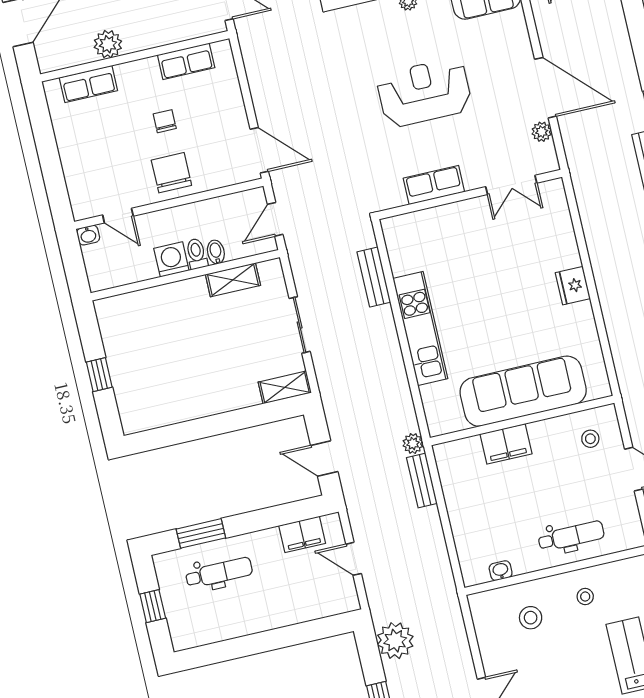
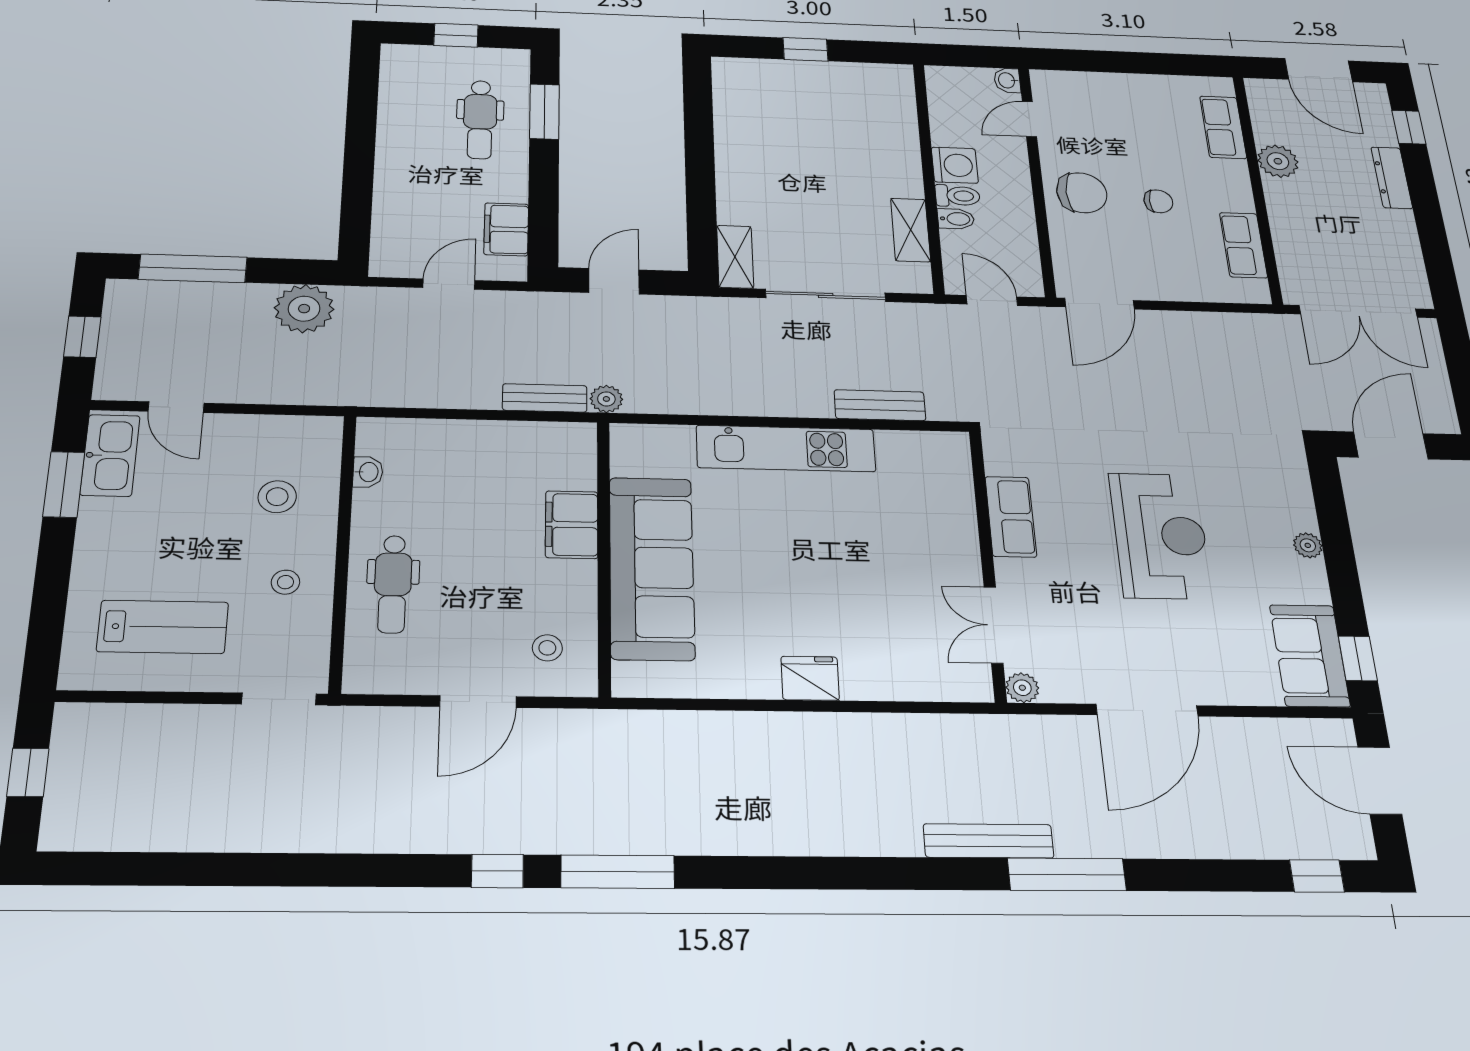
plant: (542, 132) -> (1022, 688), moved
sliding door: (300, 325) -> (826, 295), width x1.37

